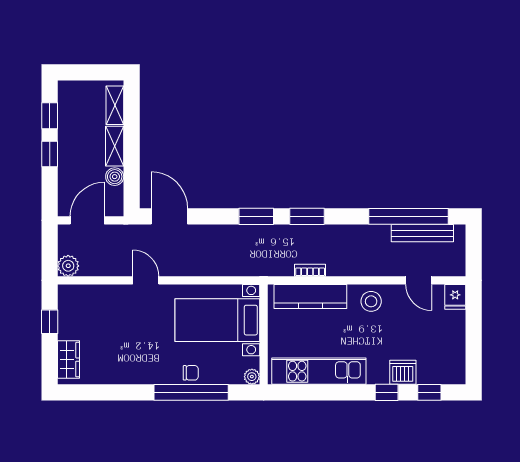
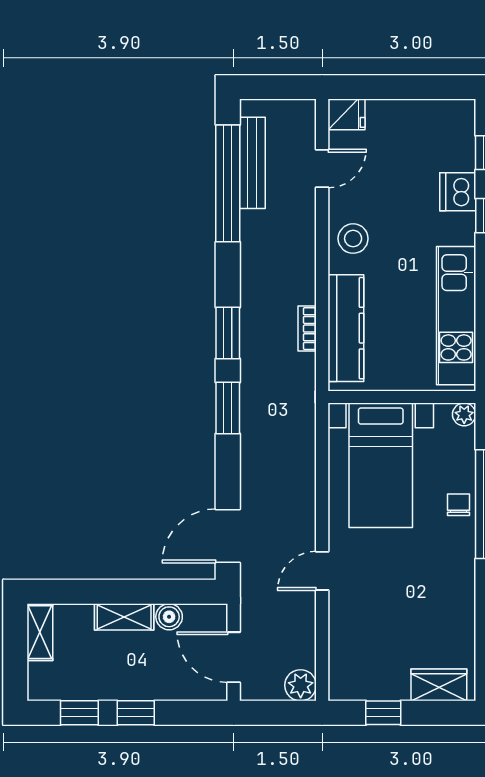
shelving: (115, 105) -> (40, 632), moved, turned 90

